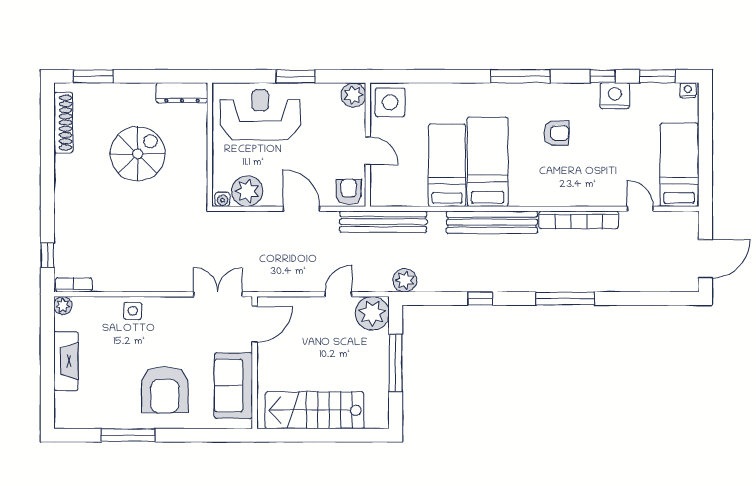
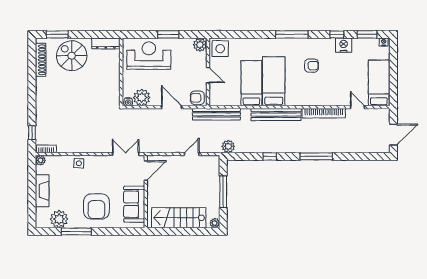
spiral stairs: (138, 154) -> (72, 56), moved, turned -90
armchair: (349, 192) -> (197, 98), turned -90
plant: (372, 313) -> (215, 223), moved, width x0.53, depth x0.53
plant: (97, 413) -> (59, 219), added

